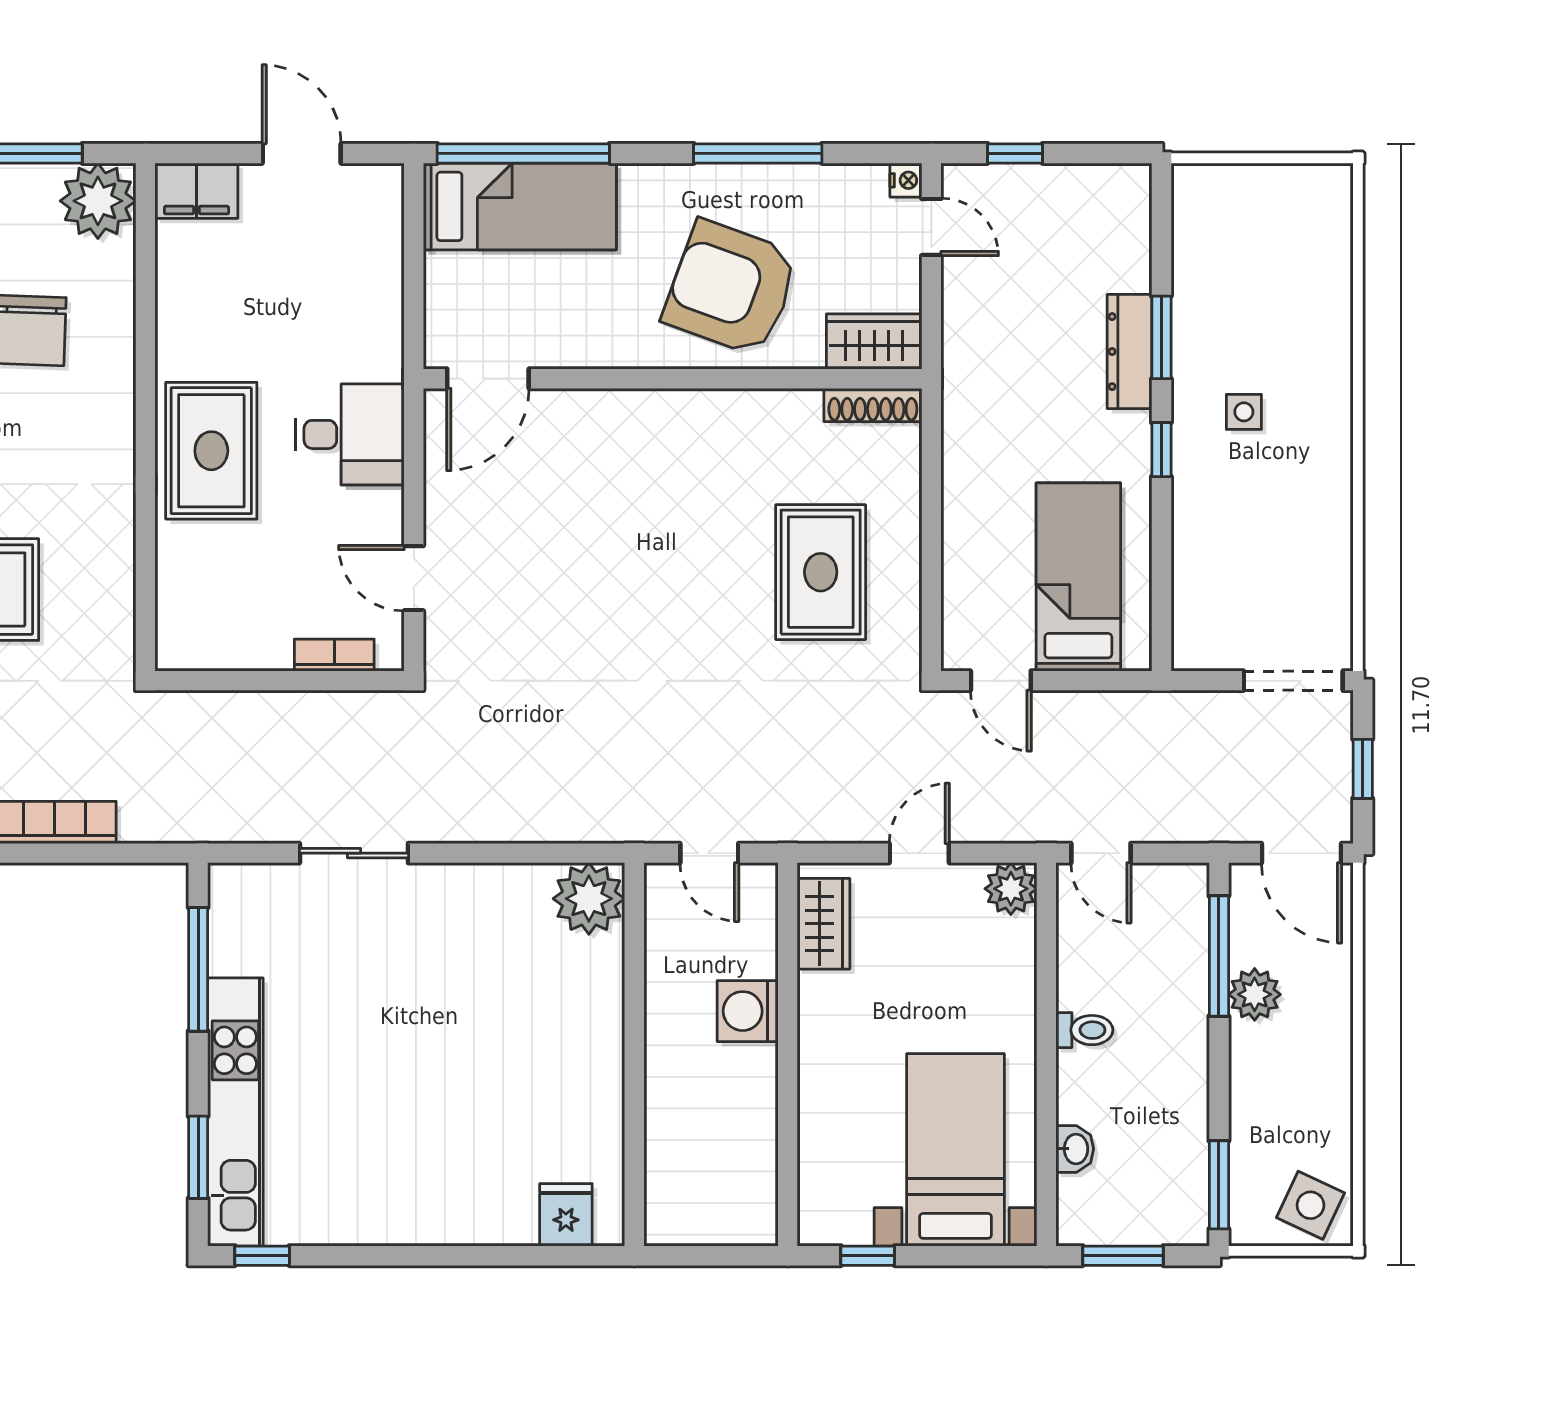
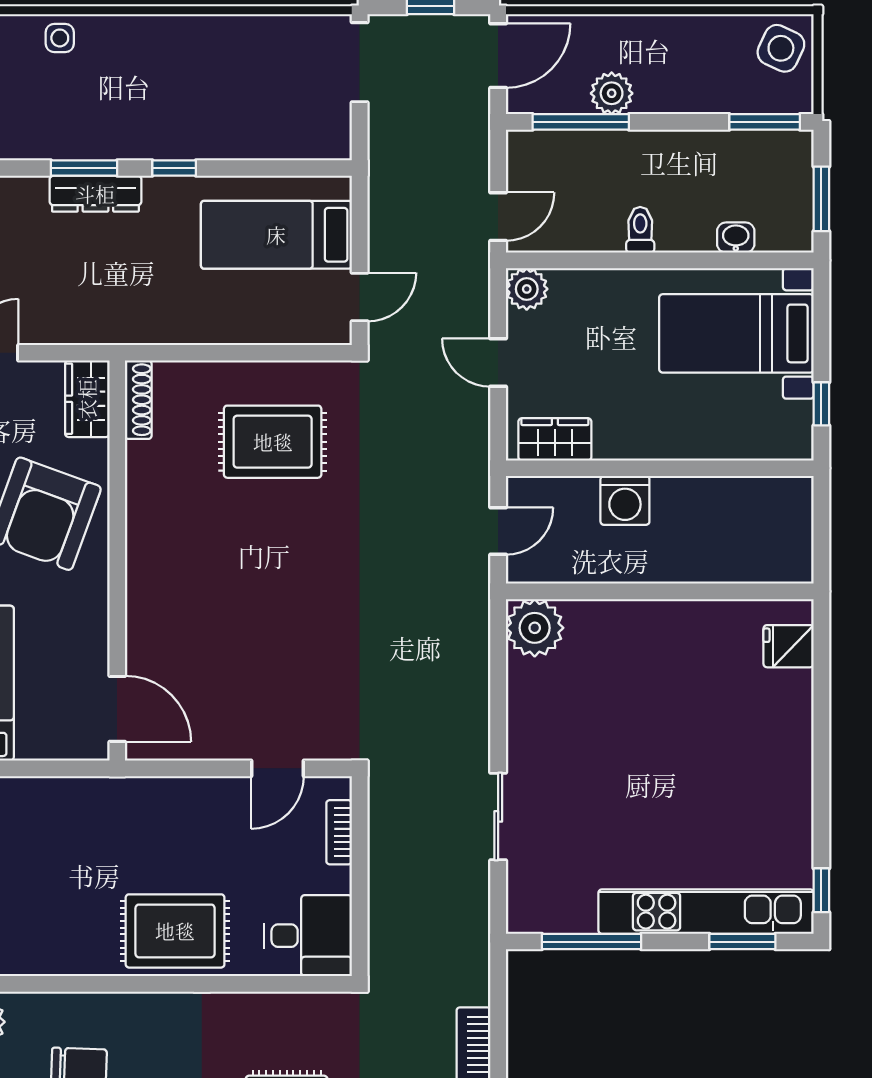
side table: (1244, 412) -> (60, 38), moved
desk: (350, 434) -> (308, 936), moved, turned 90

